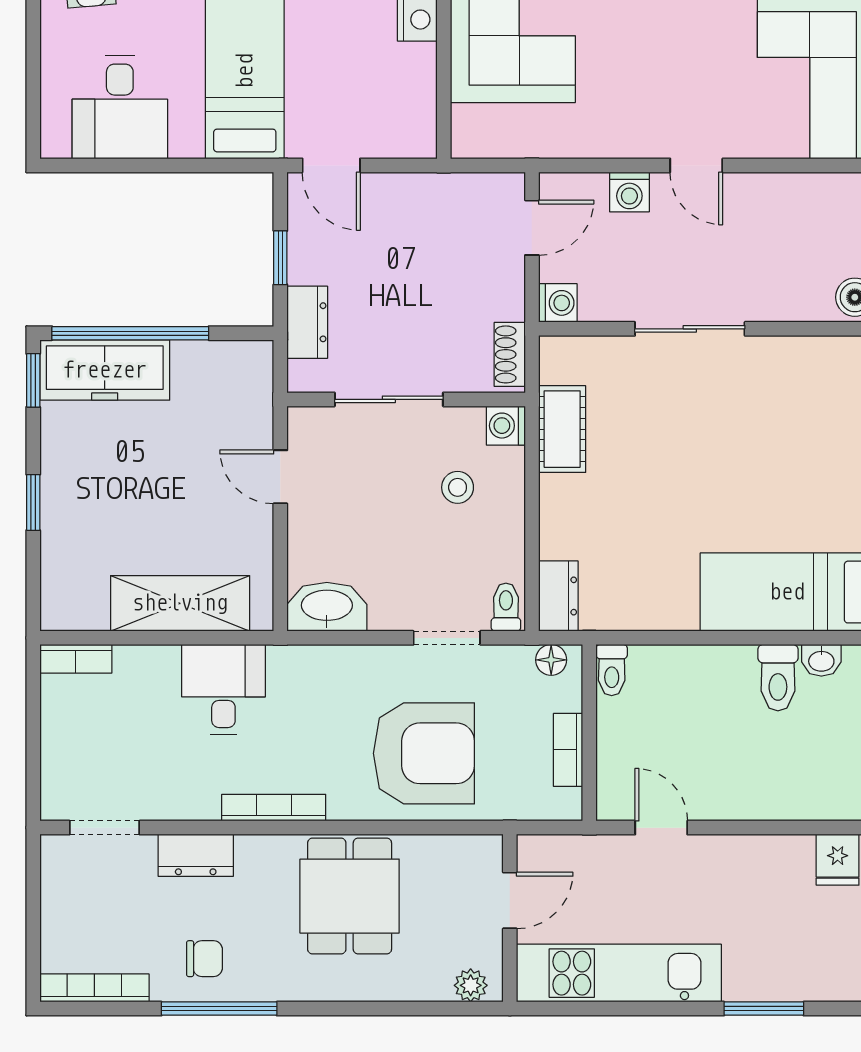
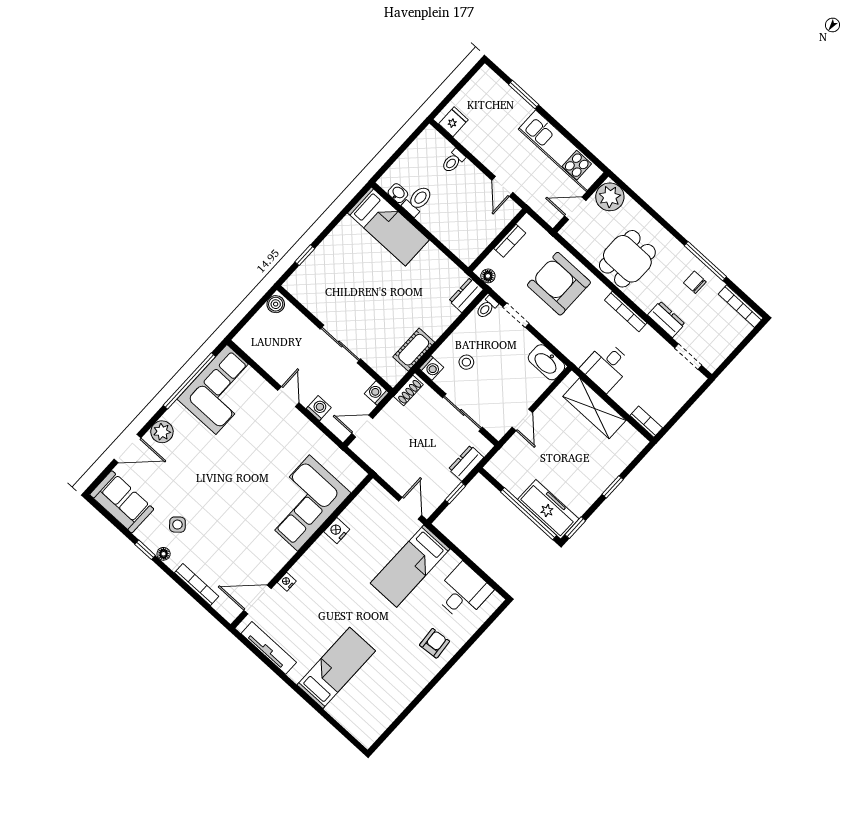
toilet: (612, 670) -> (453, 161), moved, turned 180
plant: (471, 985) -> (610, 197), width x1.87, depth x1.87

